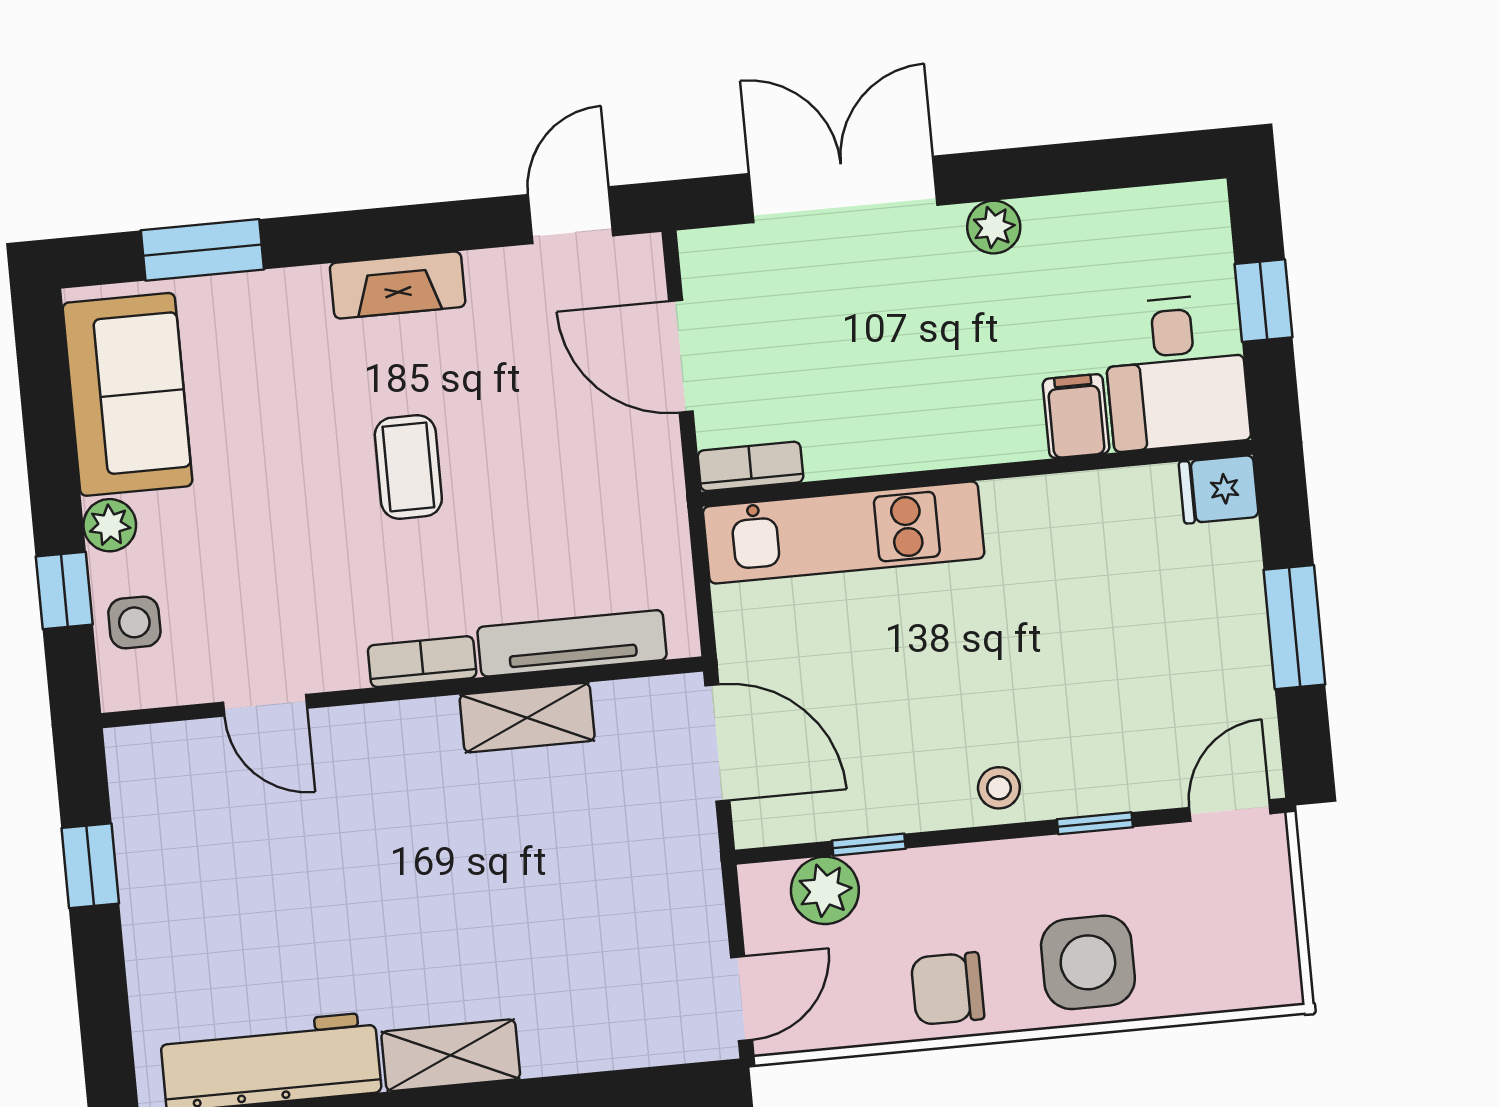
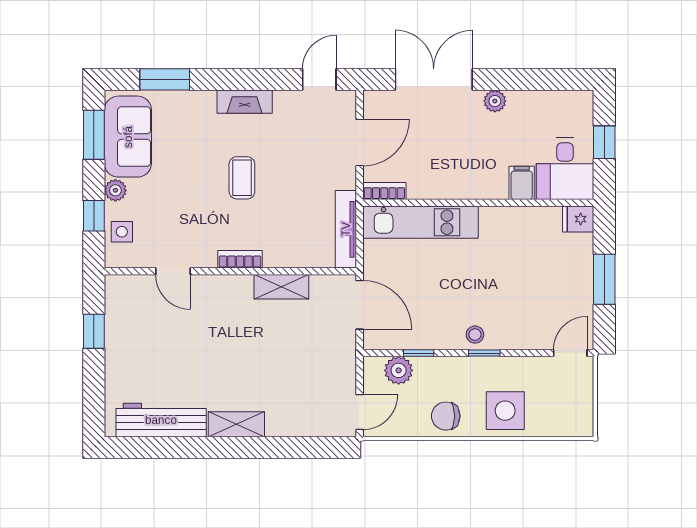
door: (681, 356) -> (360, 143), swing flipped
window: (46, 398) -> (94, 135), added
tv unit: (572, 643) -> (346, 229), moved, turned -90
window: (1095, 823) -> (484, 353), moved

